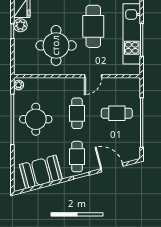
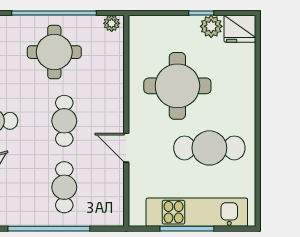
cafe table: (77, 113) -> (64, 121), turned 90

